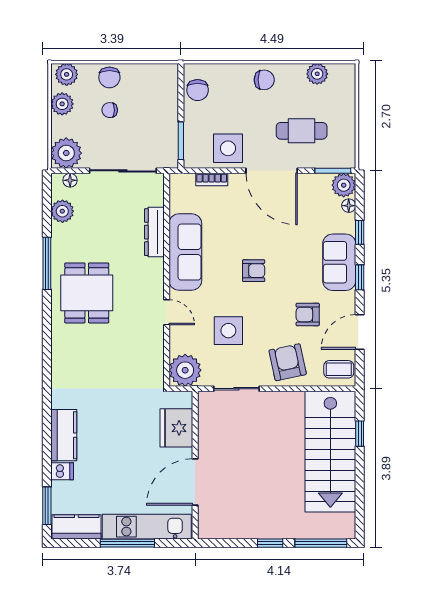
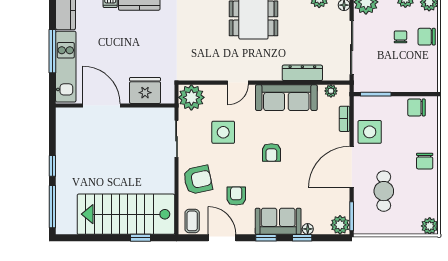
plant: (317, 74) -> (430, 226), moved
plant: (177, 197) -> (331, 91), added
floor lamp: (349, 206) -> (308, 229), moved

